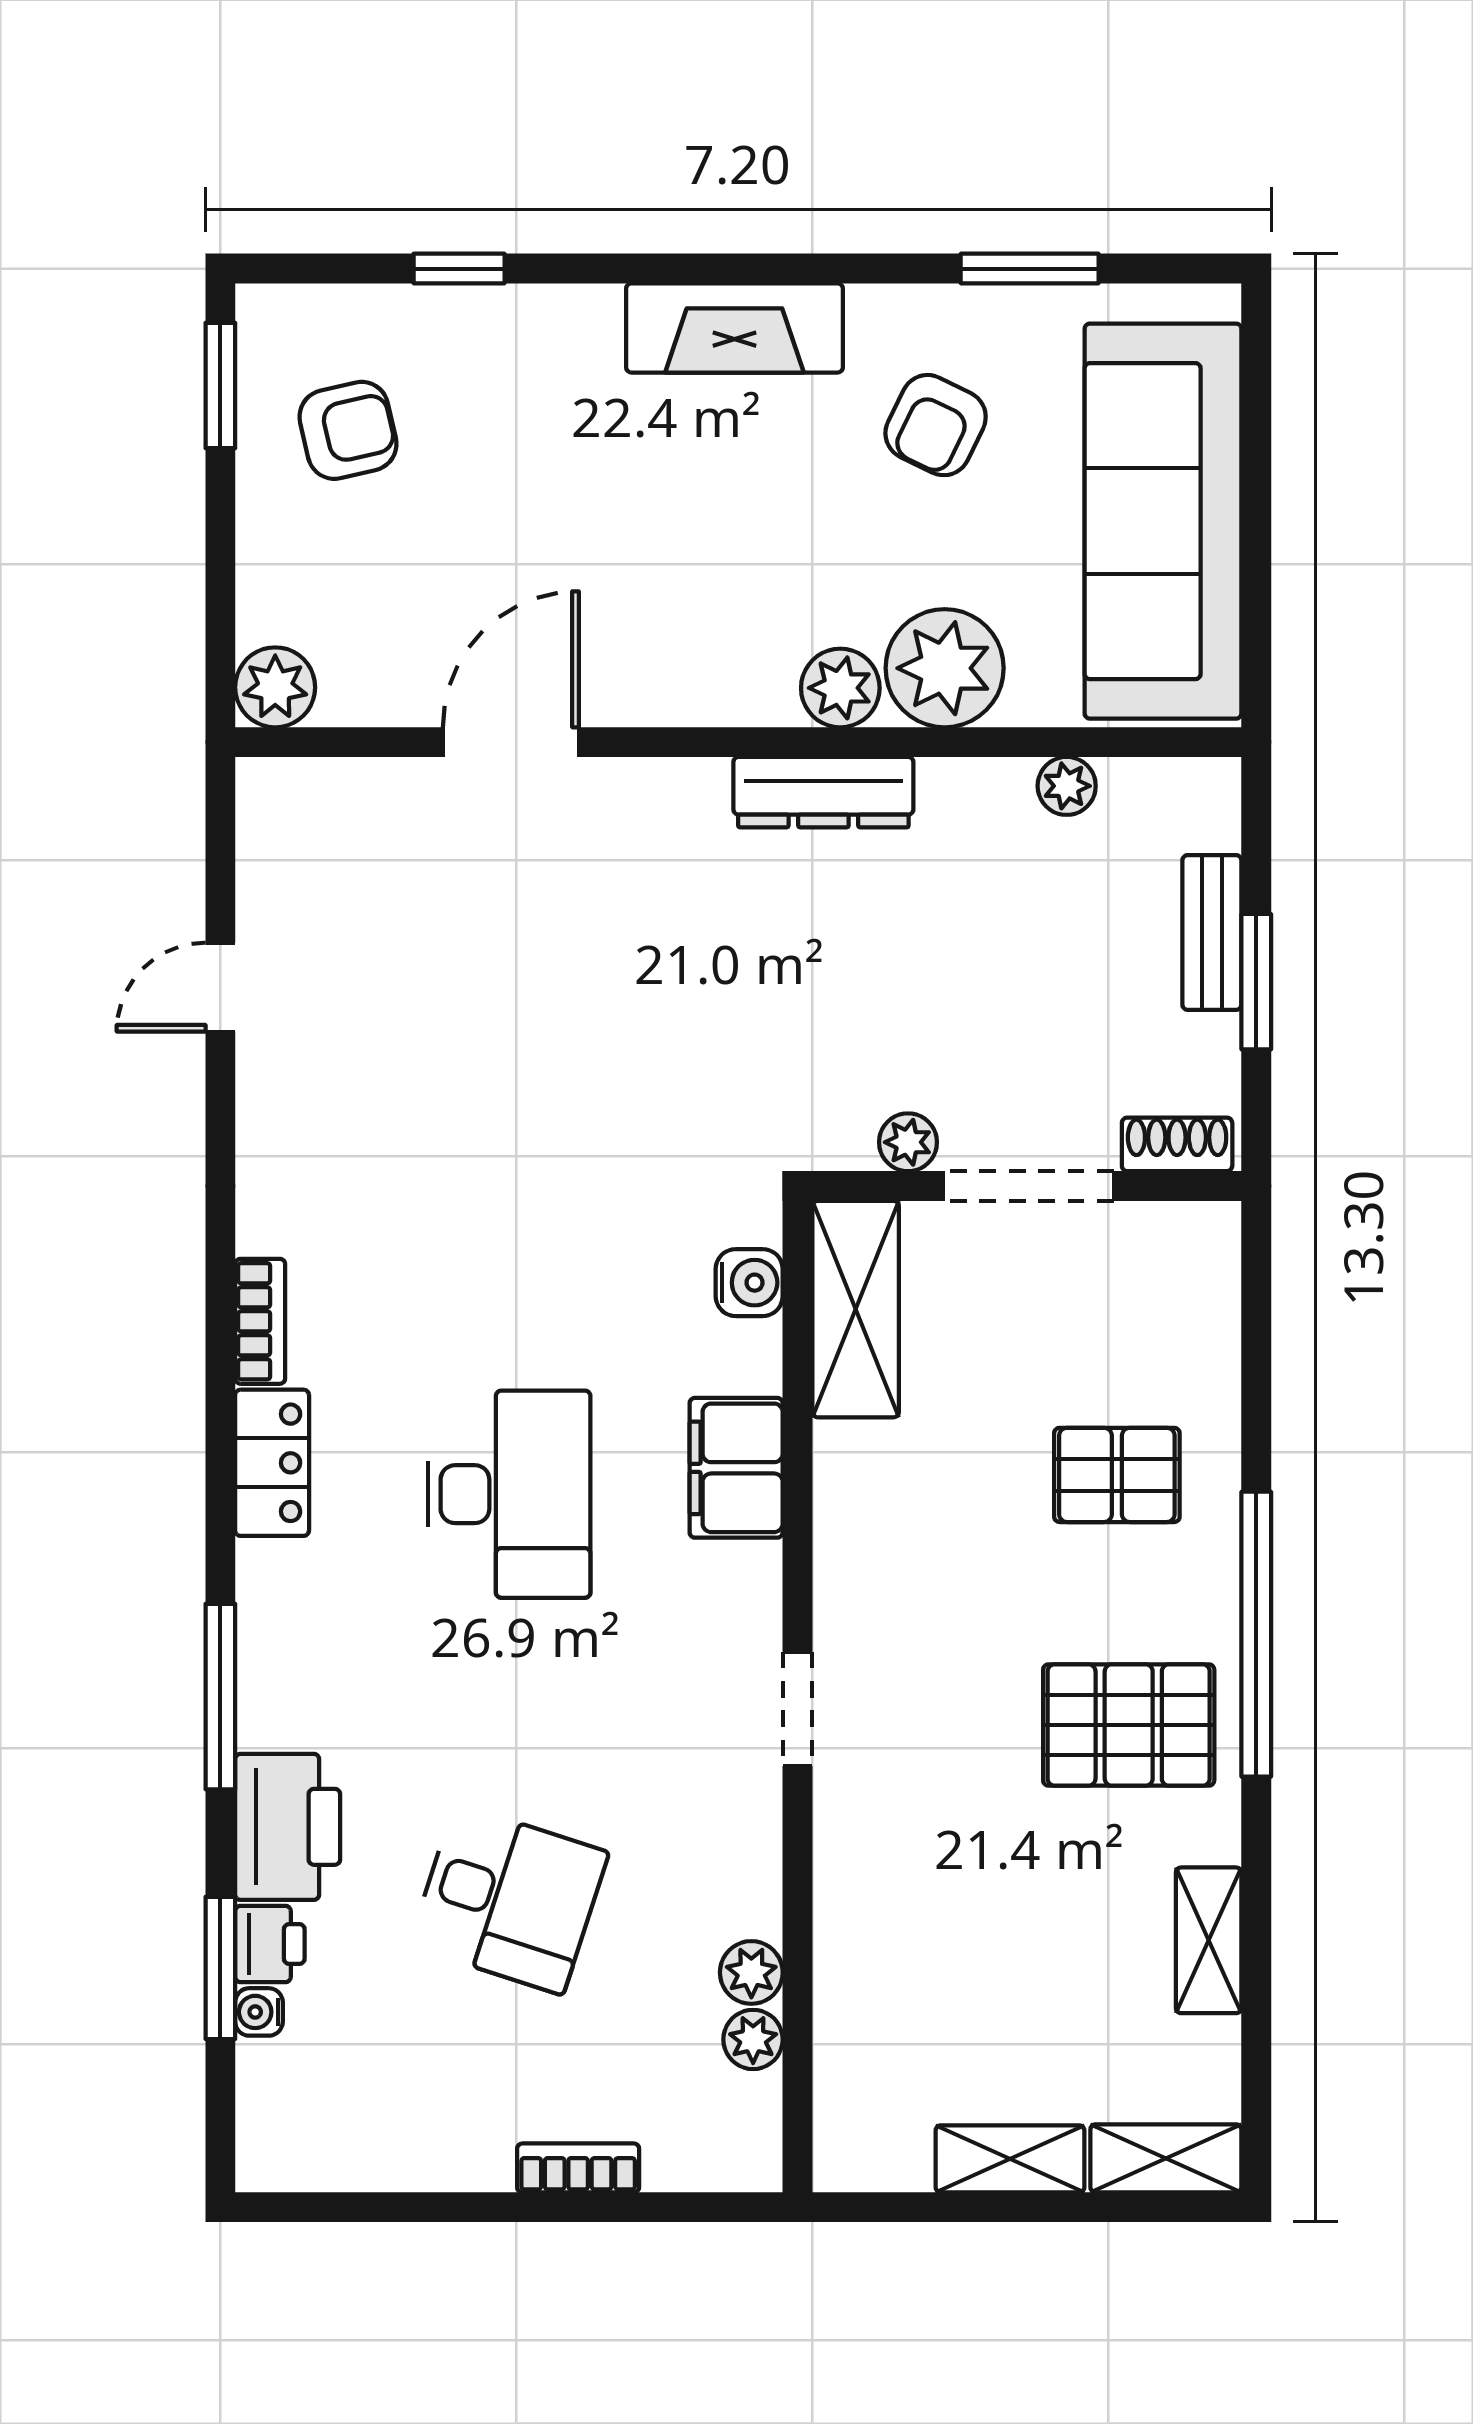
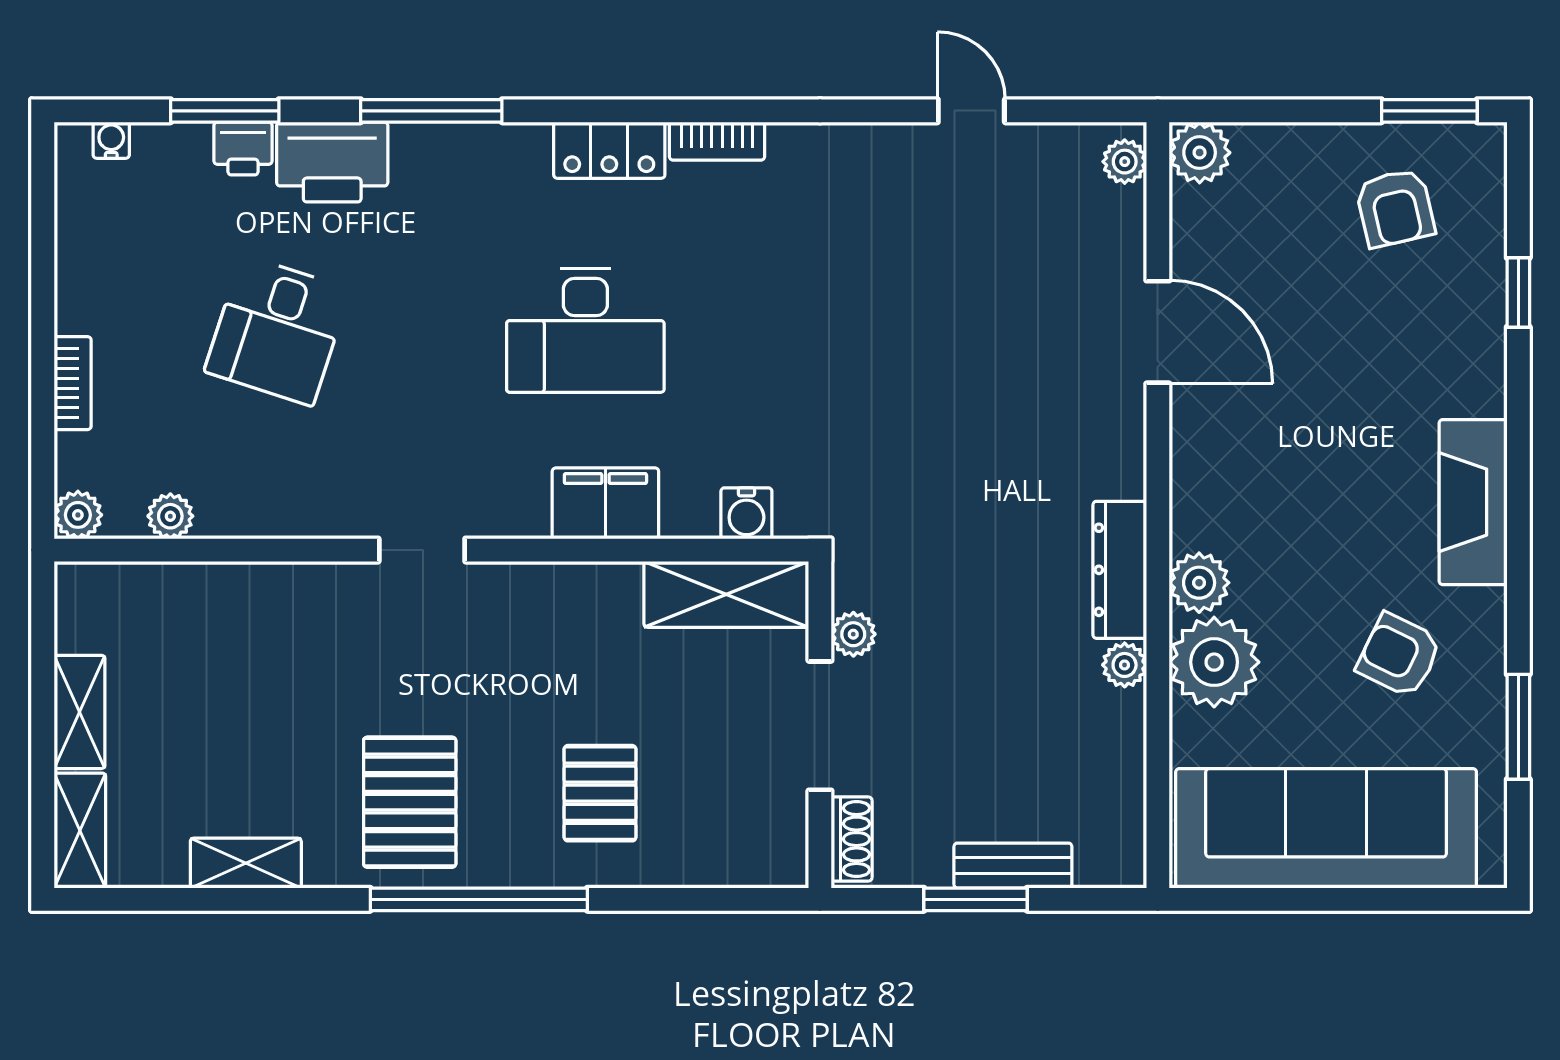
plant: (287, 786) -> (1125, 162), added
plant: (1067, 786) -> (1125, 665), moved
plant: (751, 1972) -> (78, 515), moved
water cooler: (259, 2012) -> (111, 140), moved

